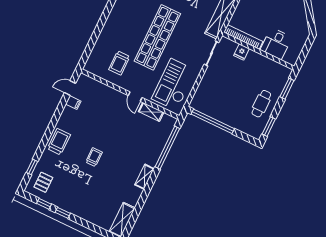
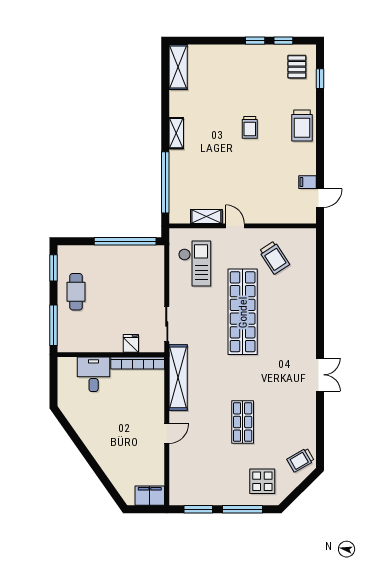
trolley: (119, 63) -> (274, 258), turned 147
checkout: (174, 84) -> (195, 264), width x0.73, depth x0.83
window: (287, 89) -> (53, 325), width x1.44

